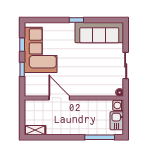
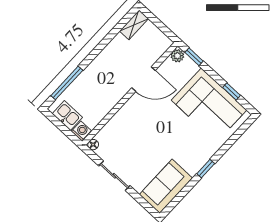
sofa: (99, 33) -> (166, 186), width x0.73
window: (22, 69) -> (194, 57), moved
plant: (30, 91) -> (177, 56), added

